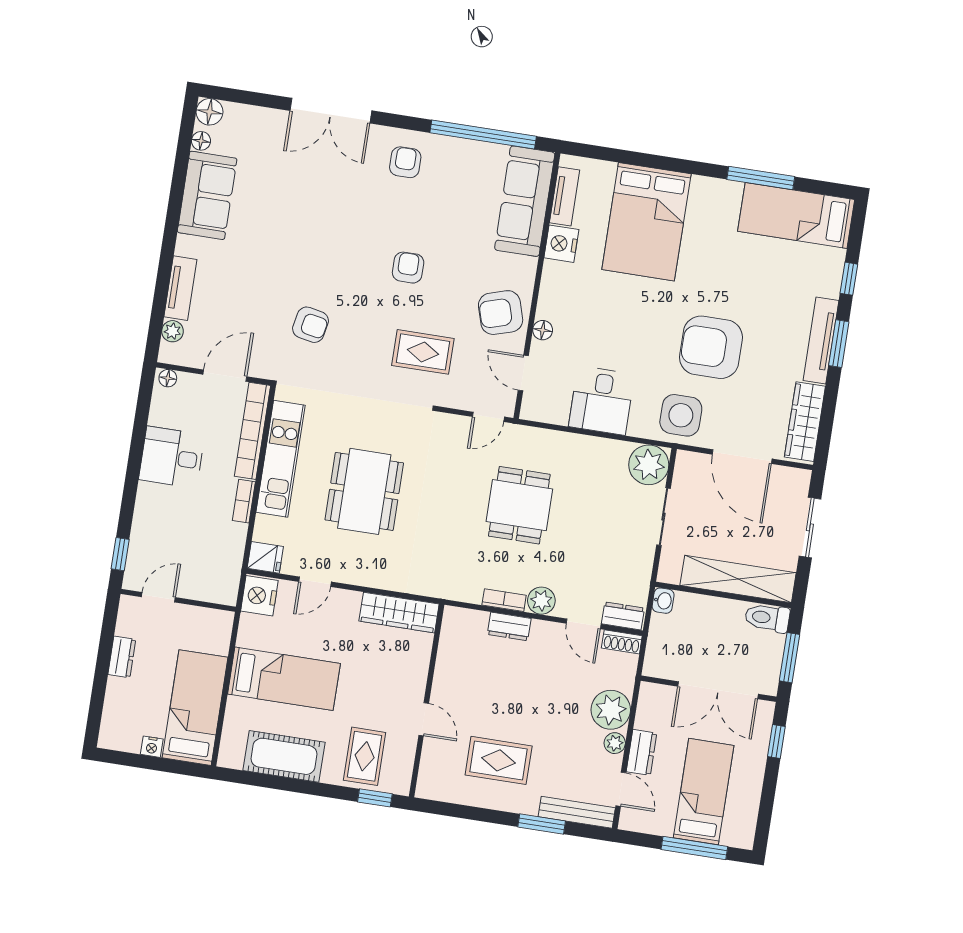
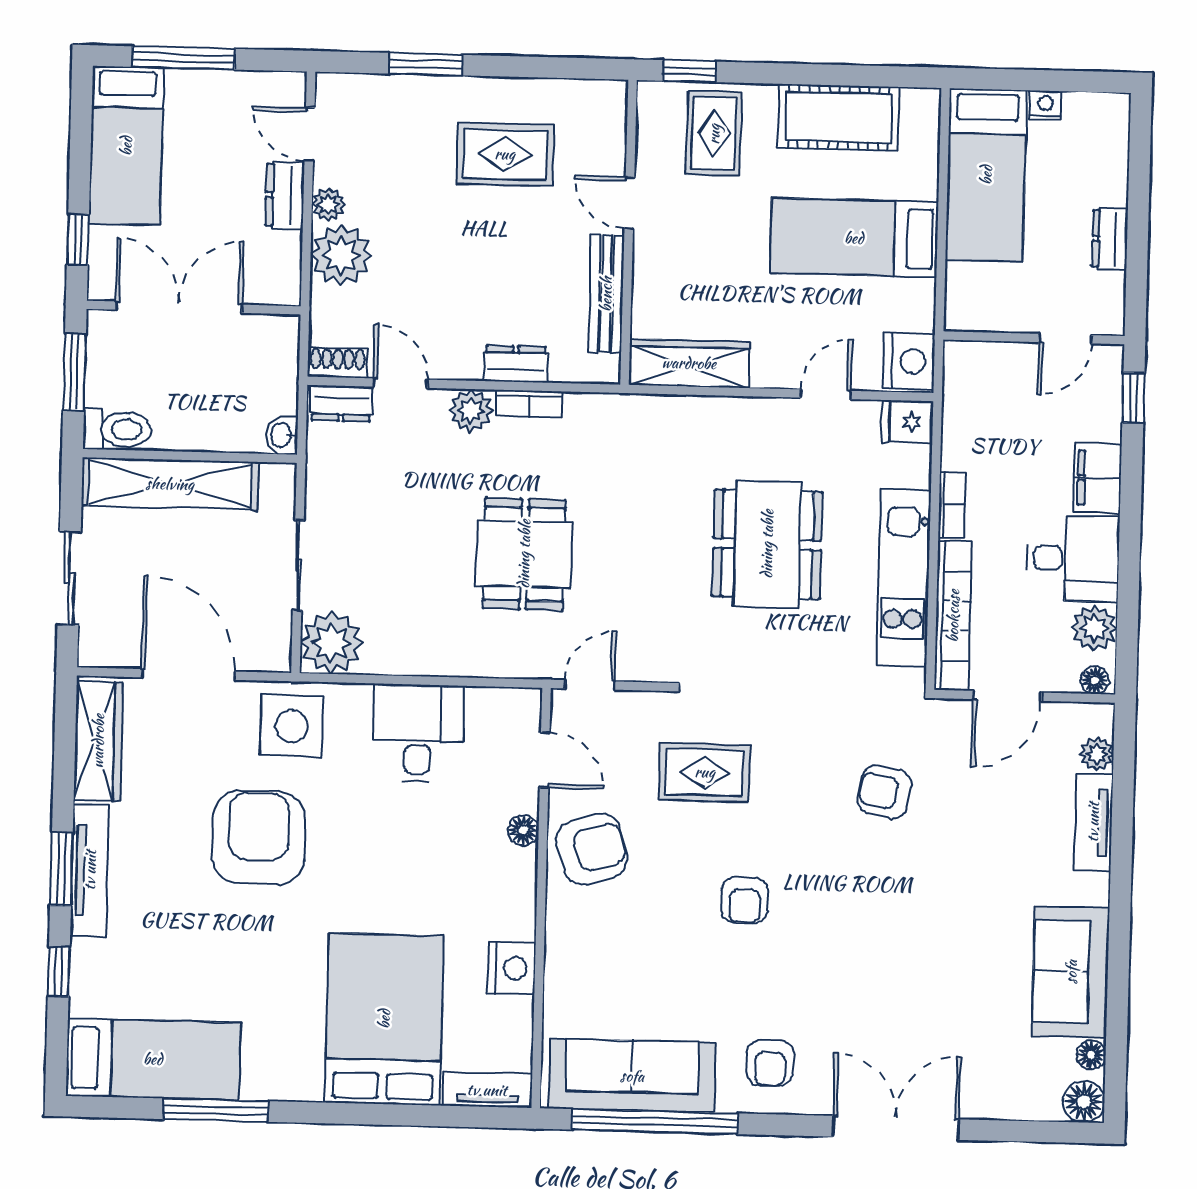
tv unit: (565, 196) -> (487, 1090), moved, turned 90
sofa: (525, 201) -> (632, 1076), moved, turned -90
armchair: (711, 347) -> (259, 838), turned -90
plant: (164, 411) -> (1094, 628), added
filing cabinet: (149, 506) -> (1098, 478), added
bed: (704, 792) -> (126, 146), moved
bench: (577, 812) -> (606, 294), moved, turned 90

